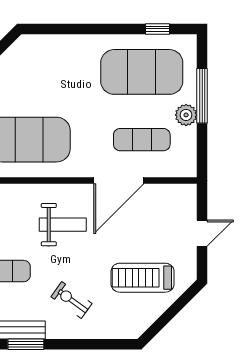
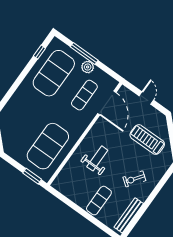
door: (119, 180) -> (107, 103), moved
treadmill: (143, 278) -> (147, 139), turned 90
window: (26, 344) -> (140, 214), removed

